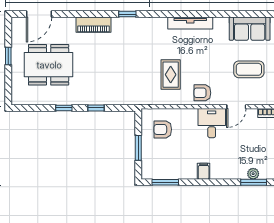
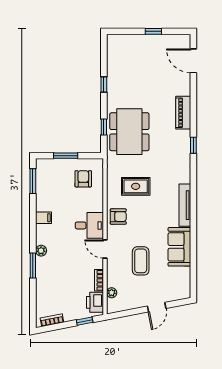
sofa: (250, 29) -> (179, 247), moved
dining table: (49, 65) -> (129, 132), moved
armchair: (202, 93) -> (118, 217), turned 90
window: (96, 108) -> (104, 127), moved
plant: (253, 174) -> (41, 251), moved

